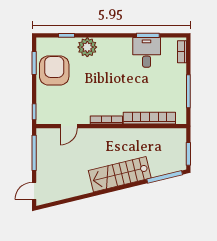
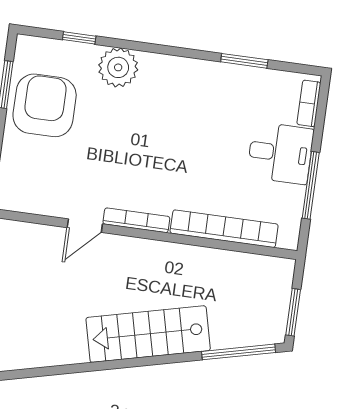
desk: (147, 52) -> (280, 153), moved, turned 90
door: (69, 126) -> (85, 226), moved

